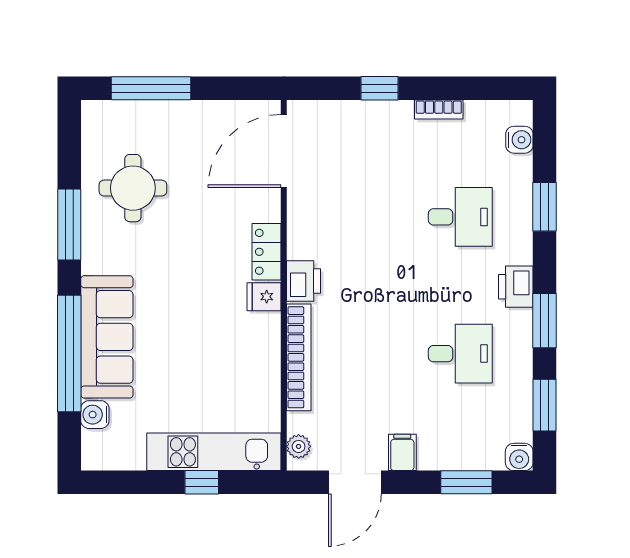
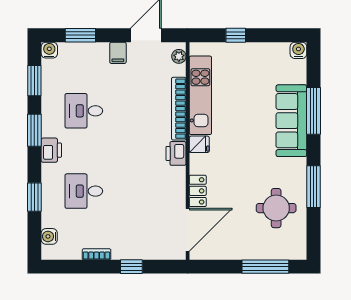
locker: (266, 252) -> (198, 191), moved
window: (69, 353) -> (314, 111), width x0.68
water cooler: (95, 415) -> (298, 50), moved, turned -90
kitchen unit: (214, 452) -> (200, 95), moved, turned -90

